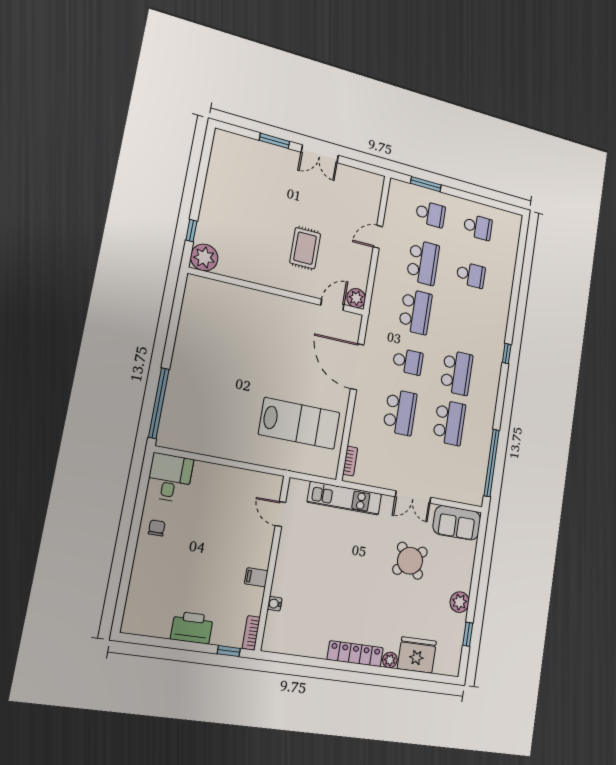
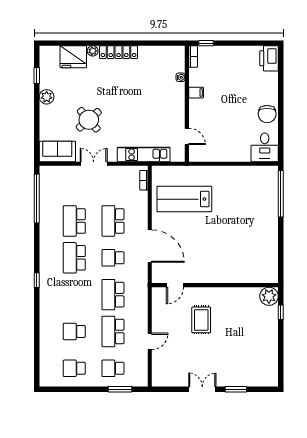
plant: (356, 298) -> (159, 294), removed
chair: (157, 528) -> (267, 114), width x1.87, depth x1.87
printer: (192, 628) -> (269, 58), moved, turned 90

